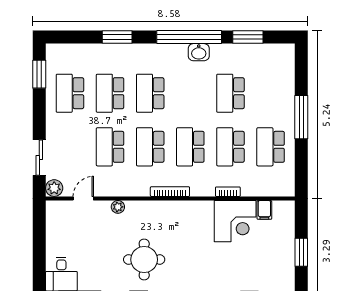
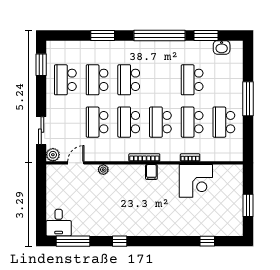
washbasin: (199, 52) -> (222, 47), moved
filing cabinet: (264, 210) -> (151, 172), moved
round table: (144, 260) -> (124, 211), removed

